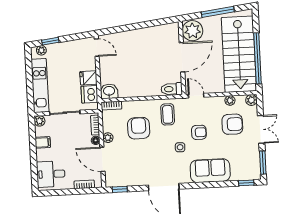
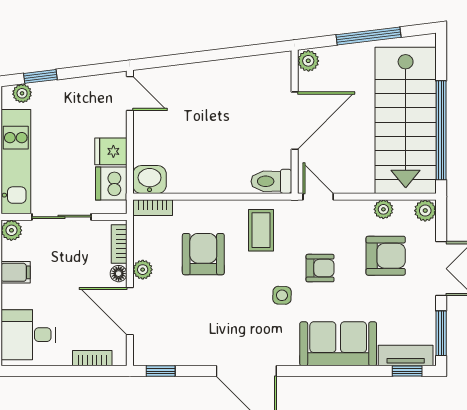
plant: (192, 31) -> (308, 61), width x0.53, depth x0.53
tv unit: (245, 175) -> (406, 356), added

